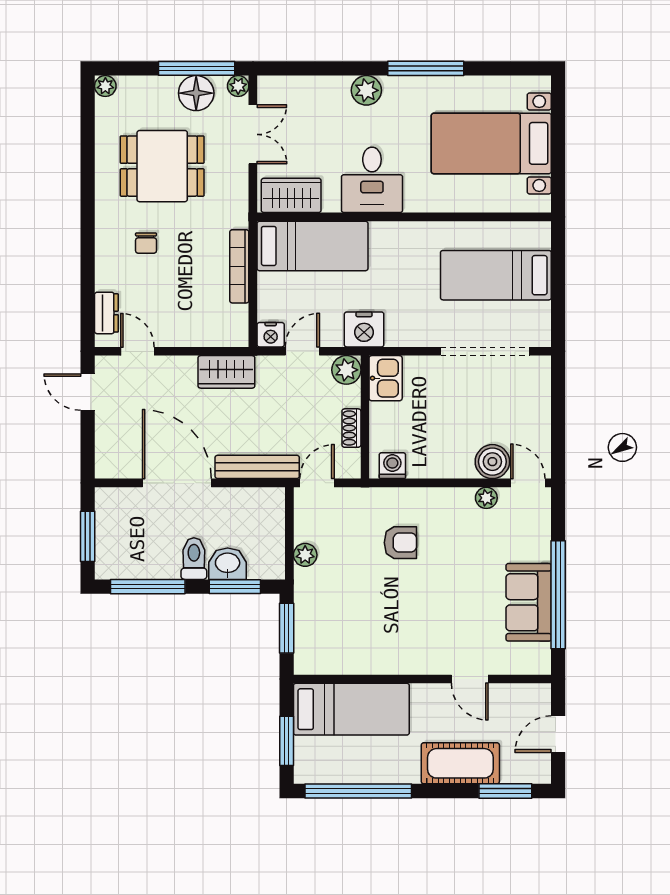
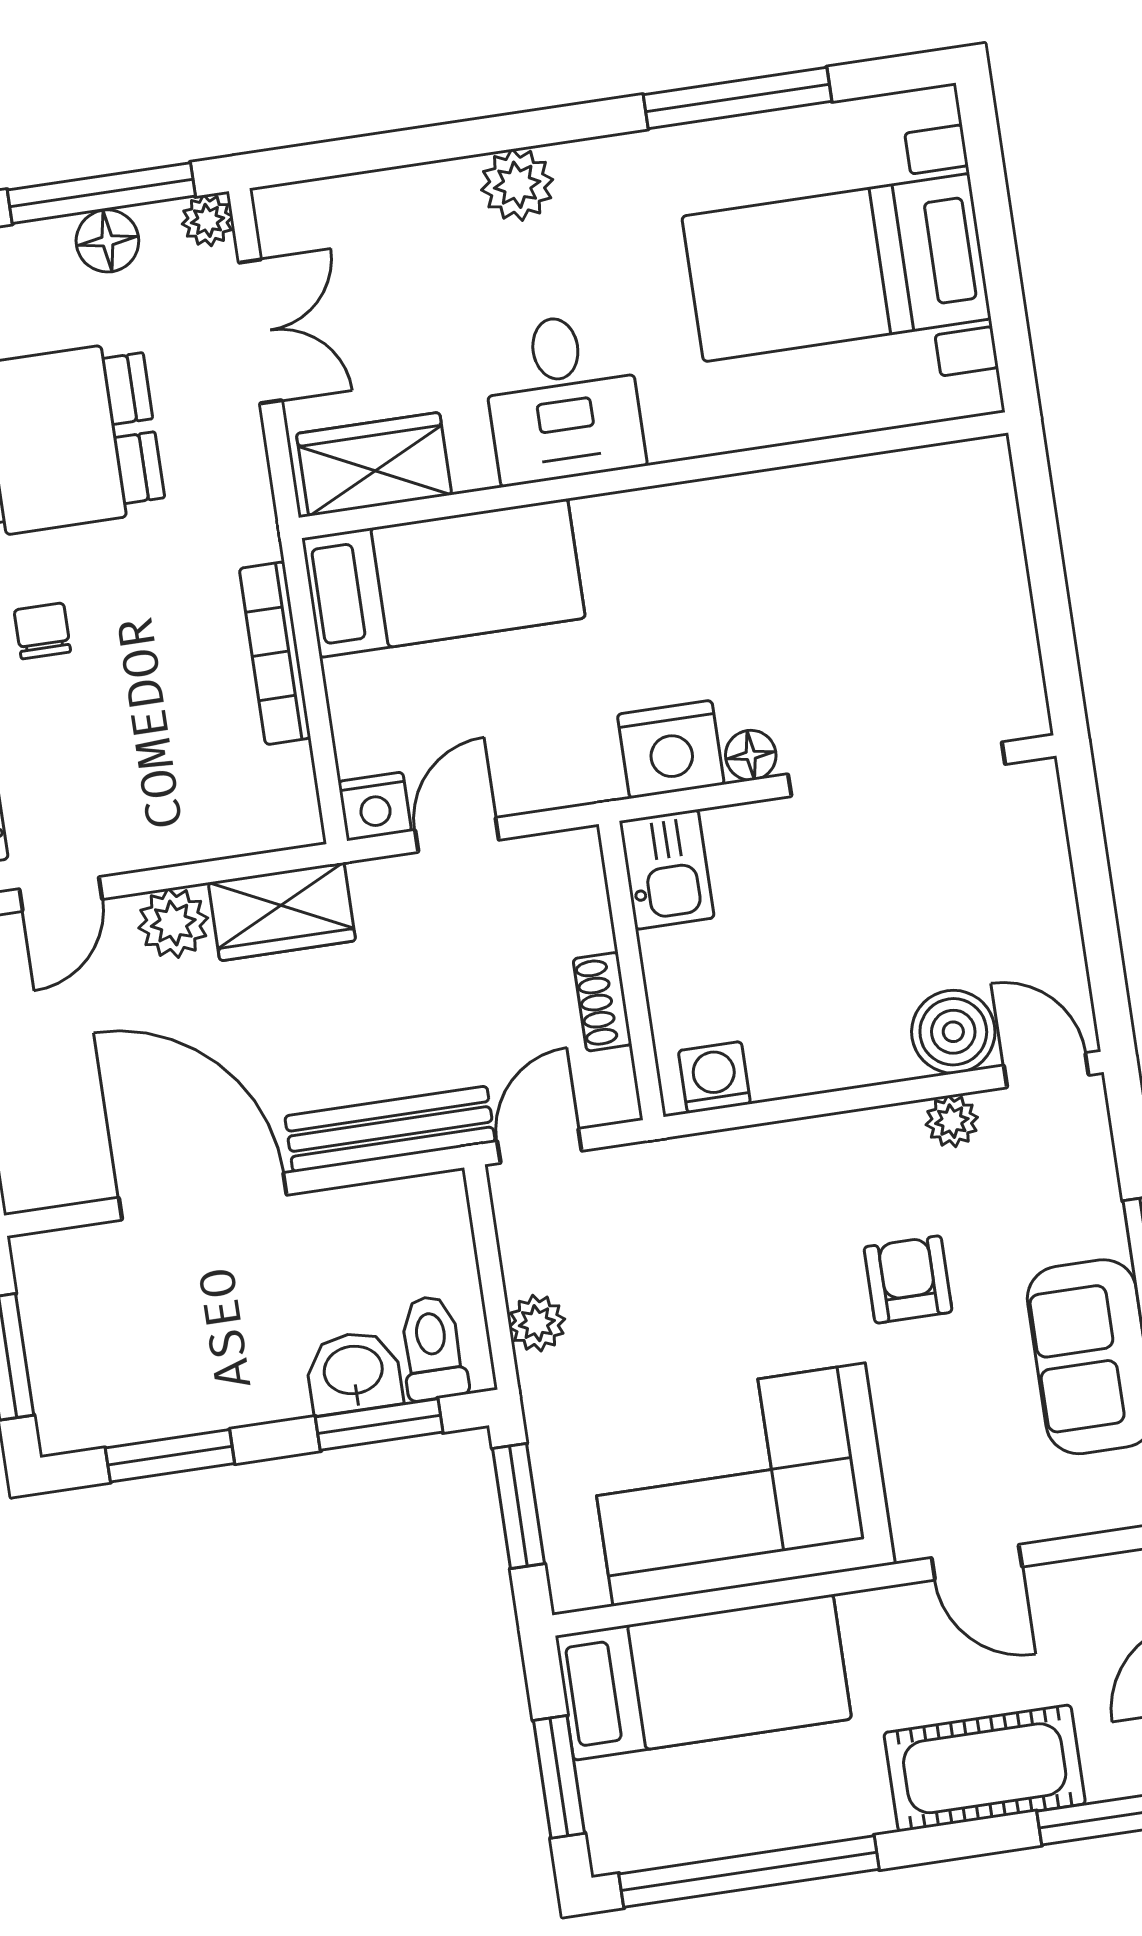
window: (426, 68) -> (737, 98), moved
floor lamp: (196, 93) -> (107, 241), width x0.73, depth x0.73
chair: (146, 243) -> (42, 631), turned 180
bed: (496, 275) -> (895, 582), removed
nightstand: (364, 329) -> (671, 749), moved
floor lamp: (427, 337) -> (751, 755), added
door: (137, 351) -> (61, 894), swing flipped
plant: (346, 370) -> (173, 923), moved
armchair: (400, 543) -> (908, 1279), moved, turned -90
toilet: (194, 559) -> (433, 1348), moved
window: (148, 587) -> (170, 1456), width x0.69
corner sofa: (378, 633) -> (739, 1485), added

